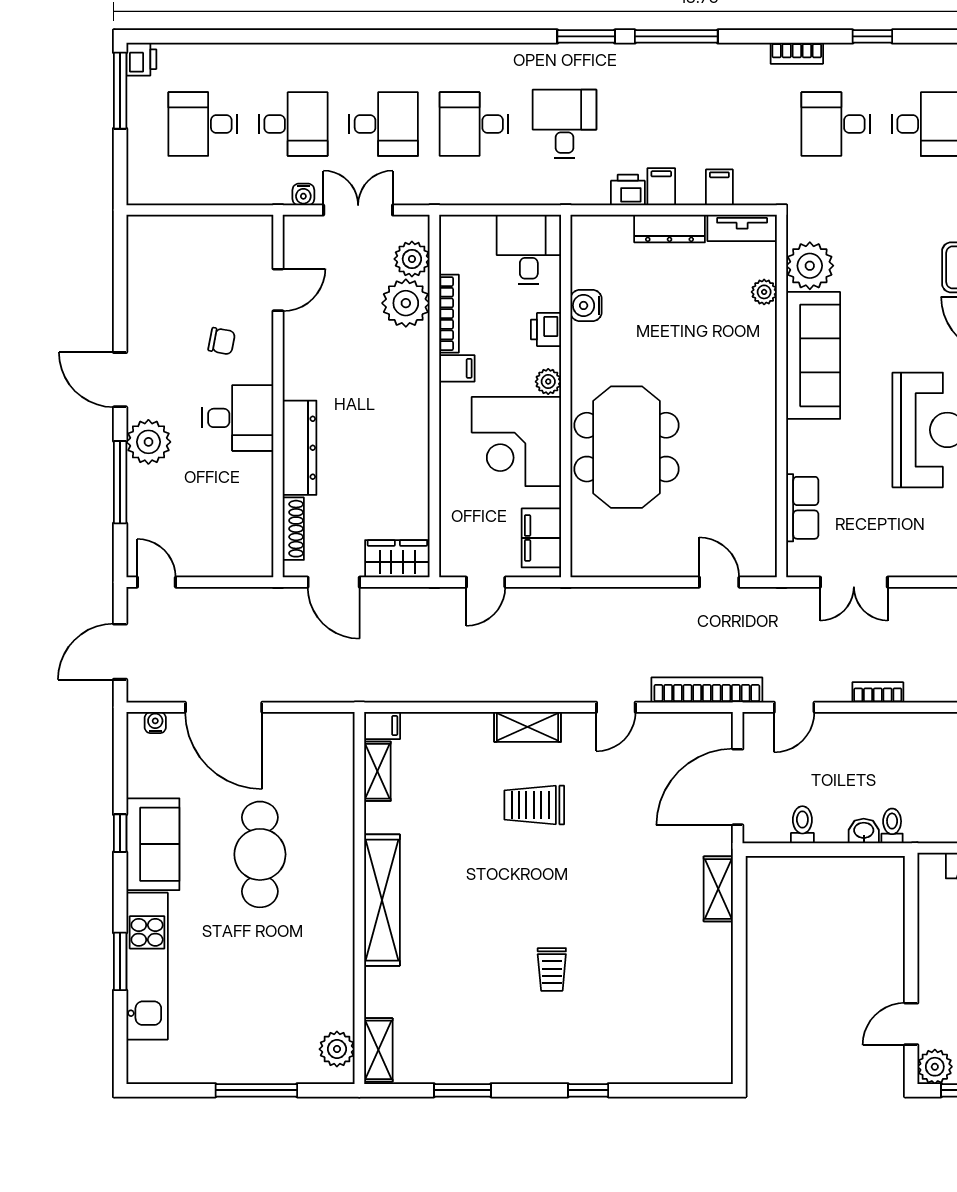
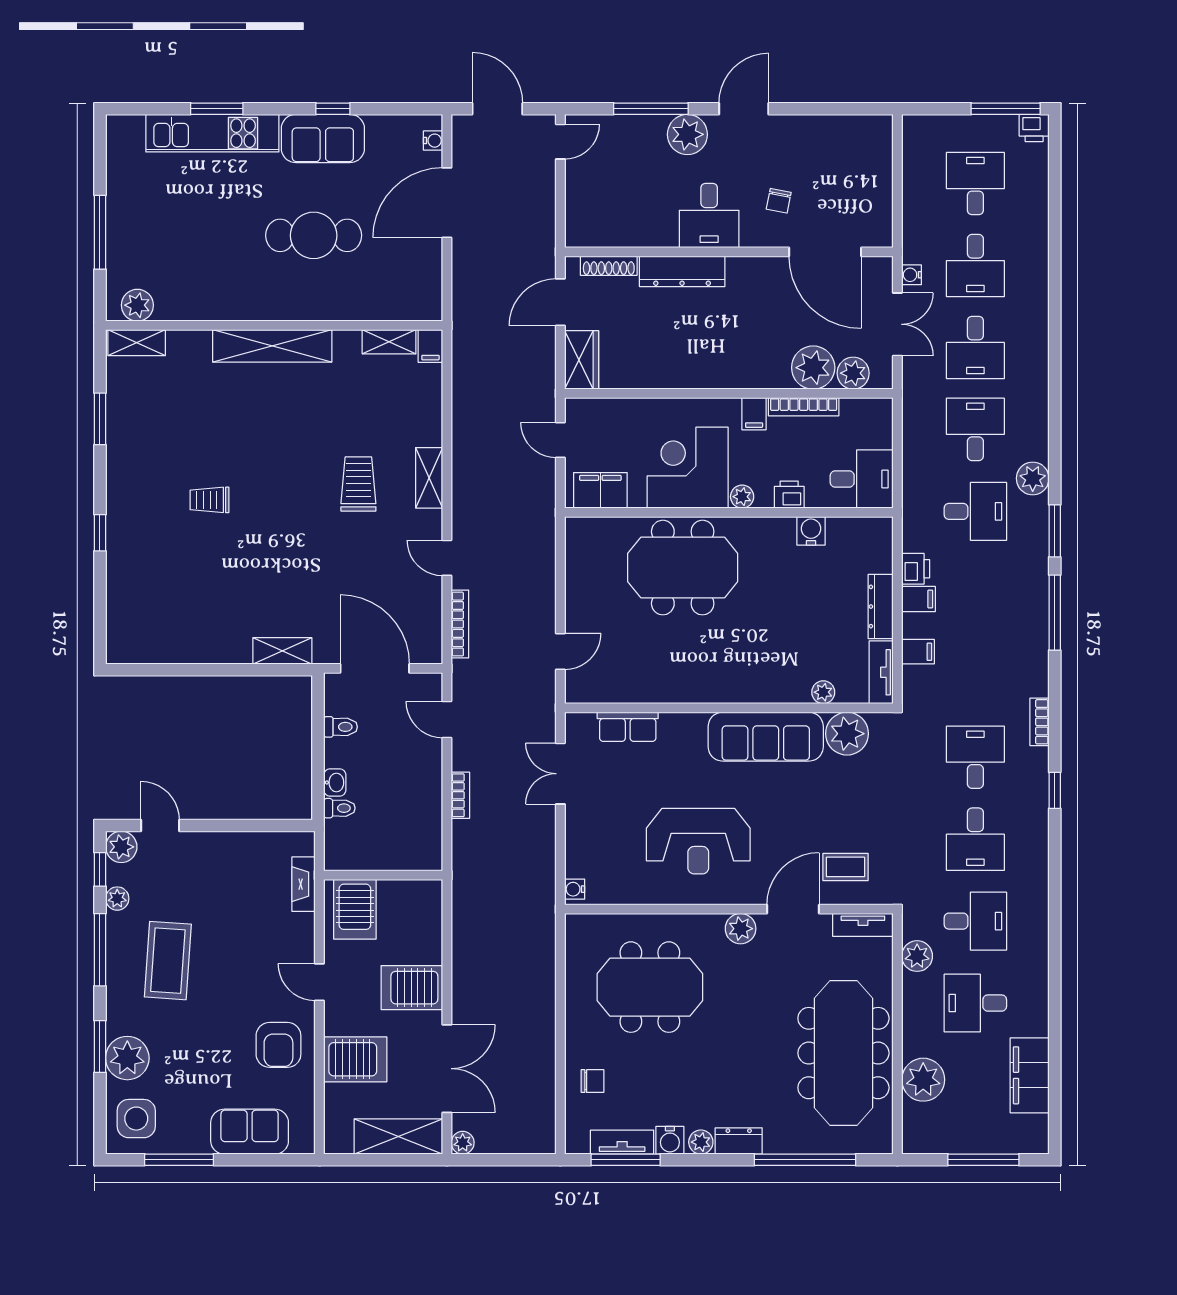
plant: (528, 61) -> (1033, 478), added
door: (278, 290) -> (825, 252), width x1.88
bookcase: (707, 690) -> (460, 624), width x0.68, depth x0.76

